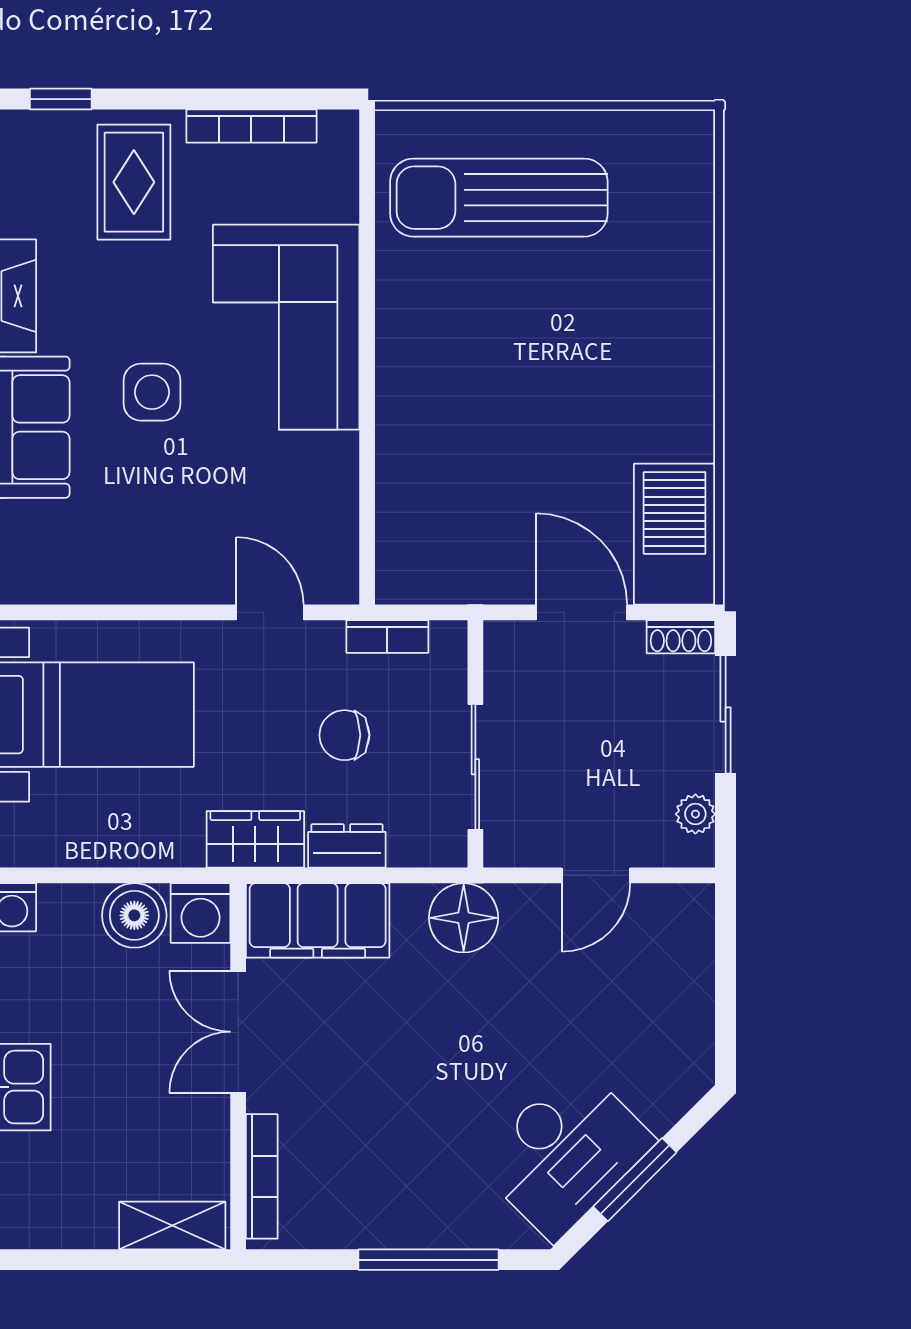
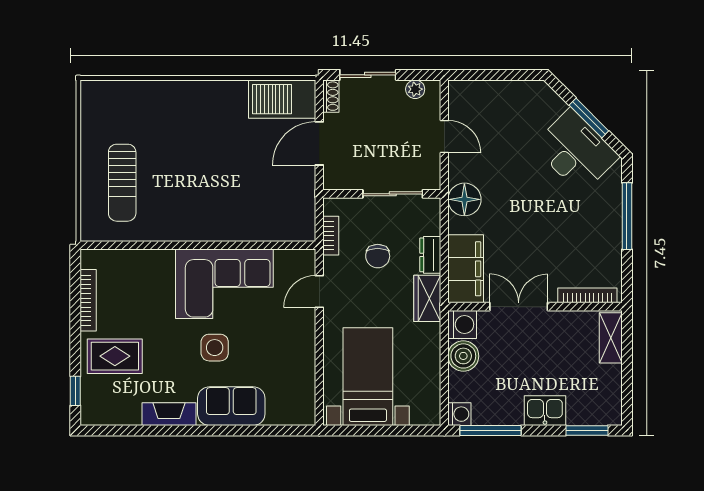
sun lounger: (499, 198) -> (122, 183), width x0.73, depth x0.75
corner sofa: (286, 327) -> (224, 284), moved
double door: (238, 1032) -> (519, 307), swing flipped

